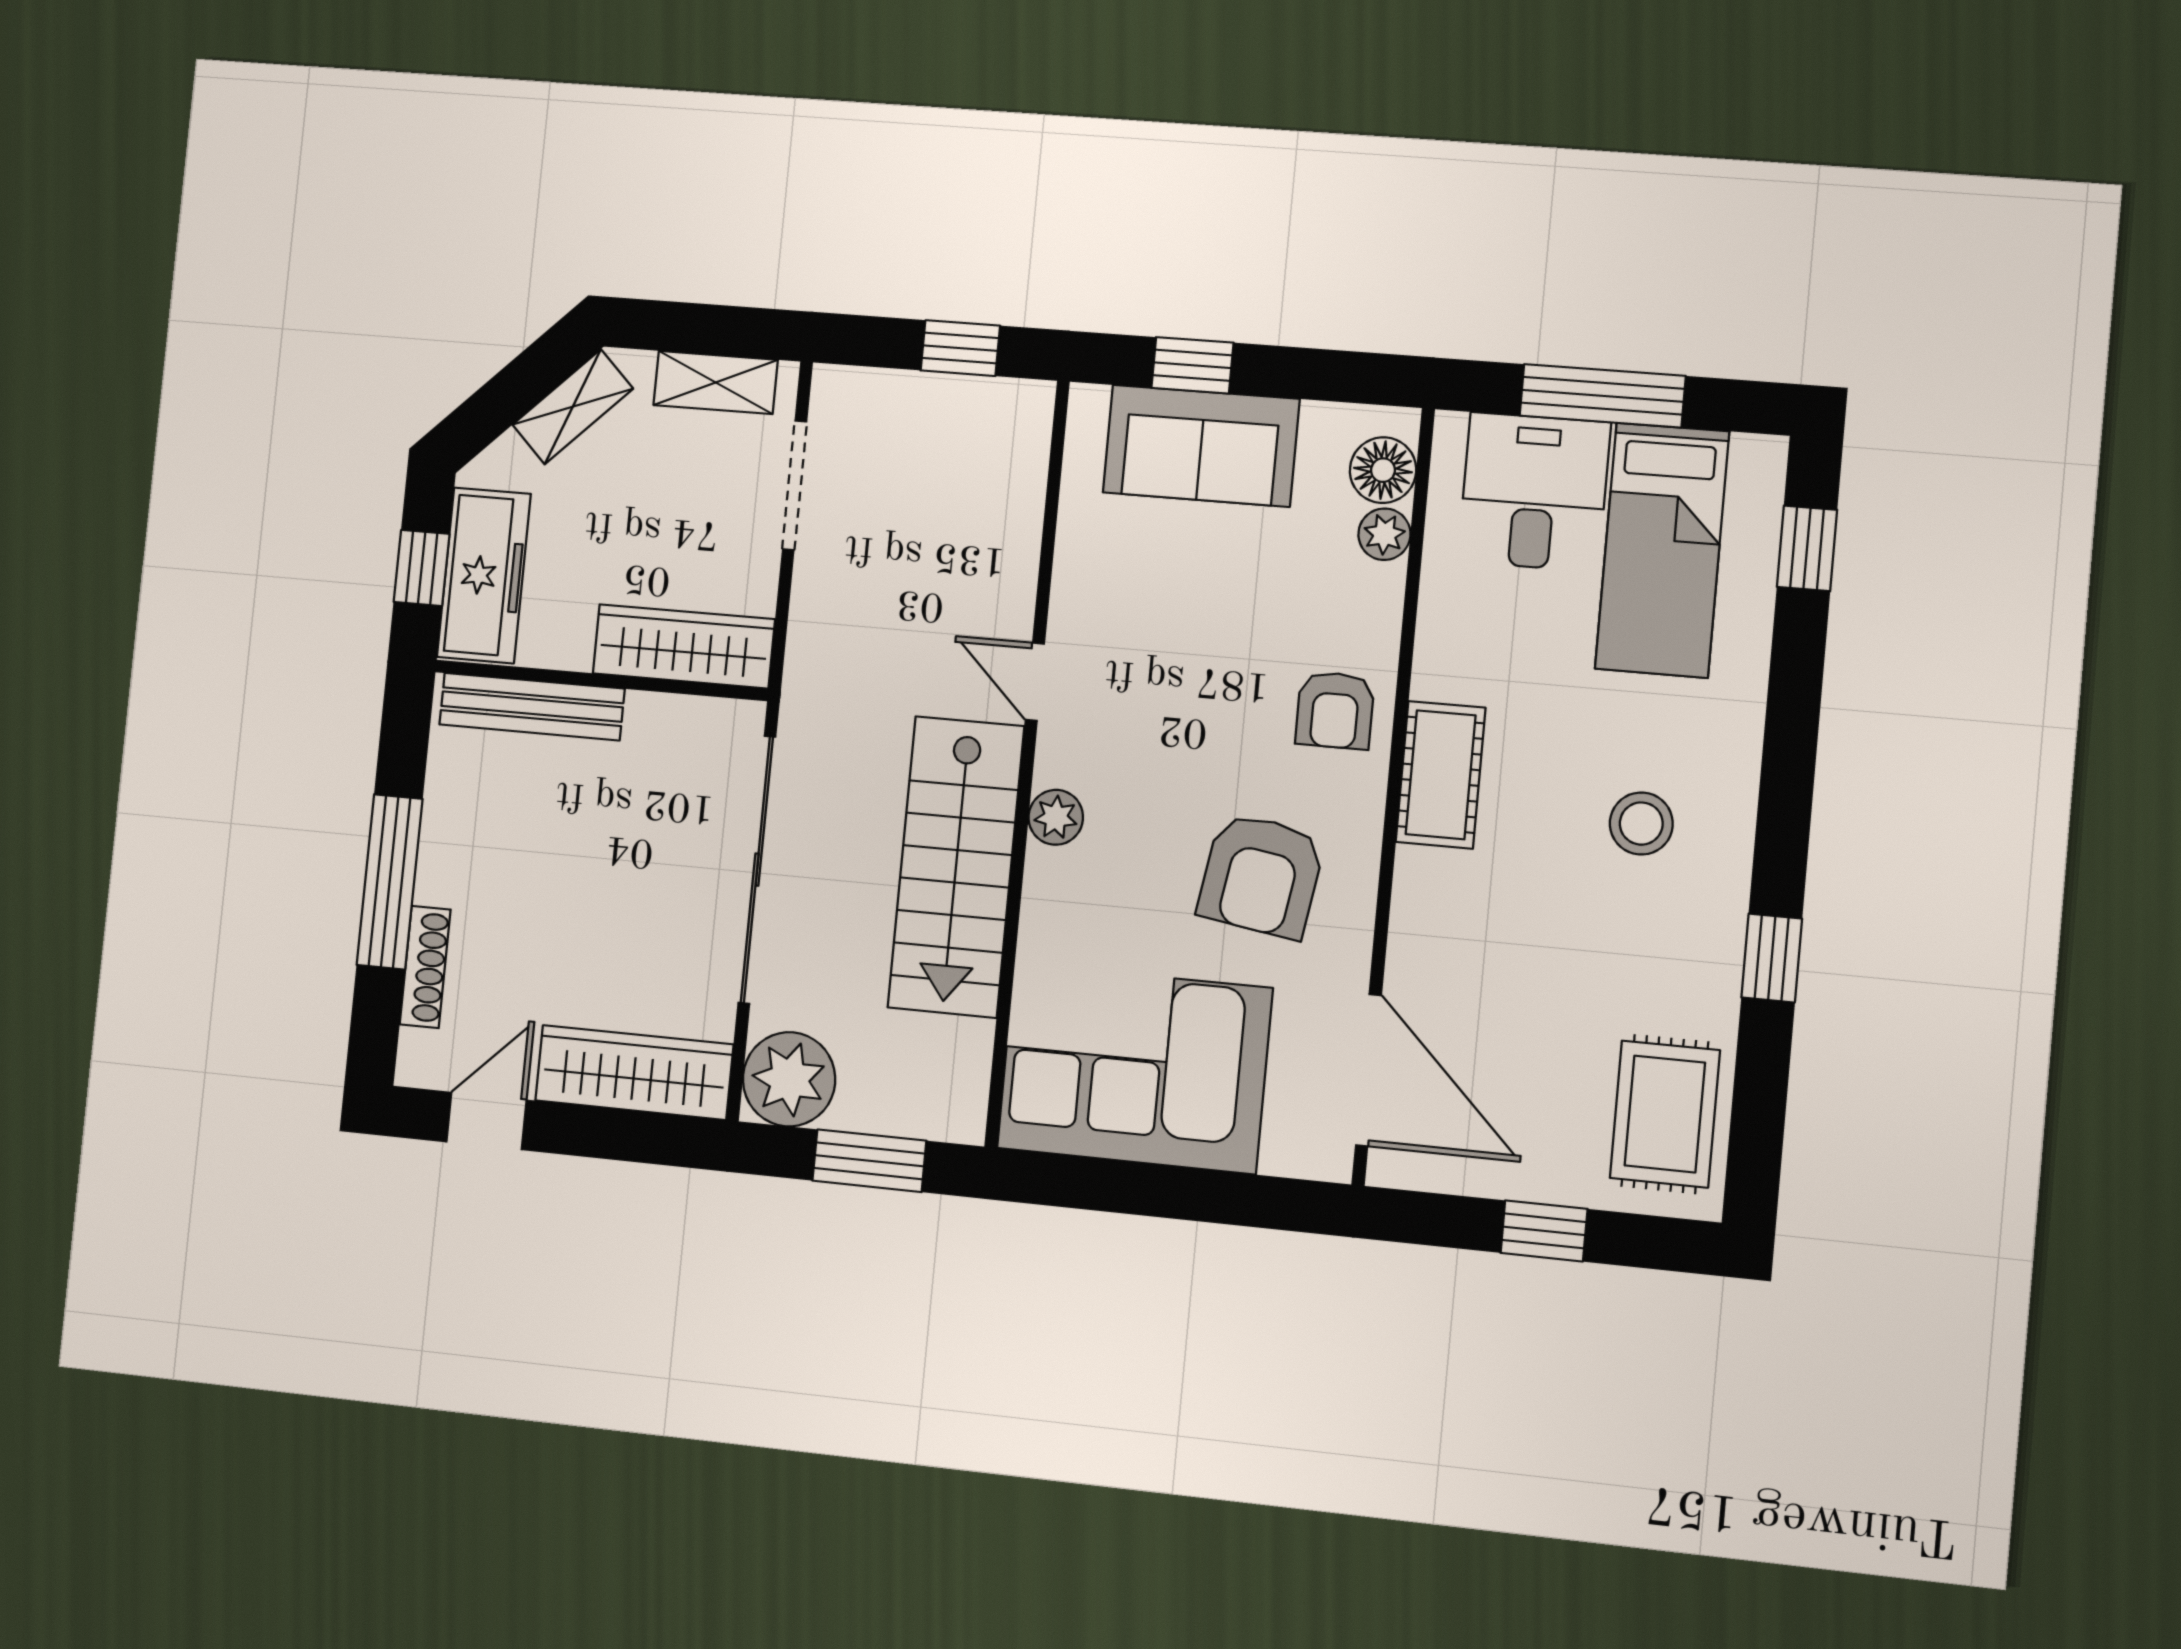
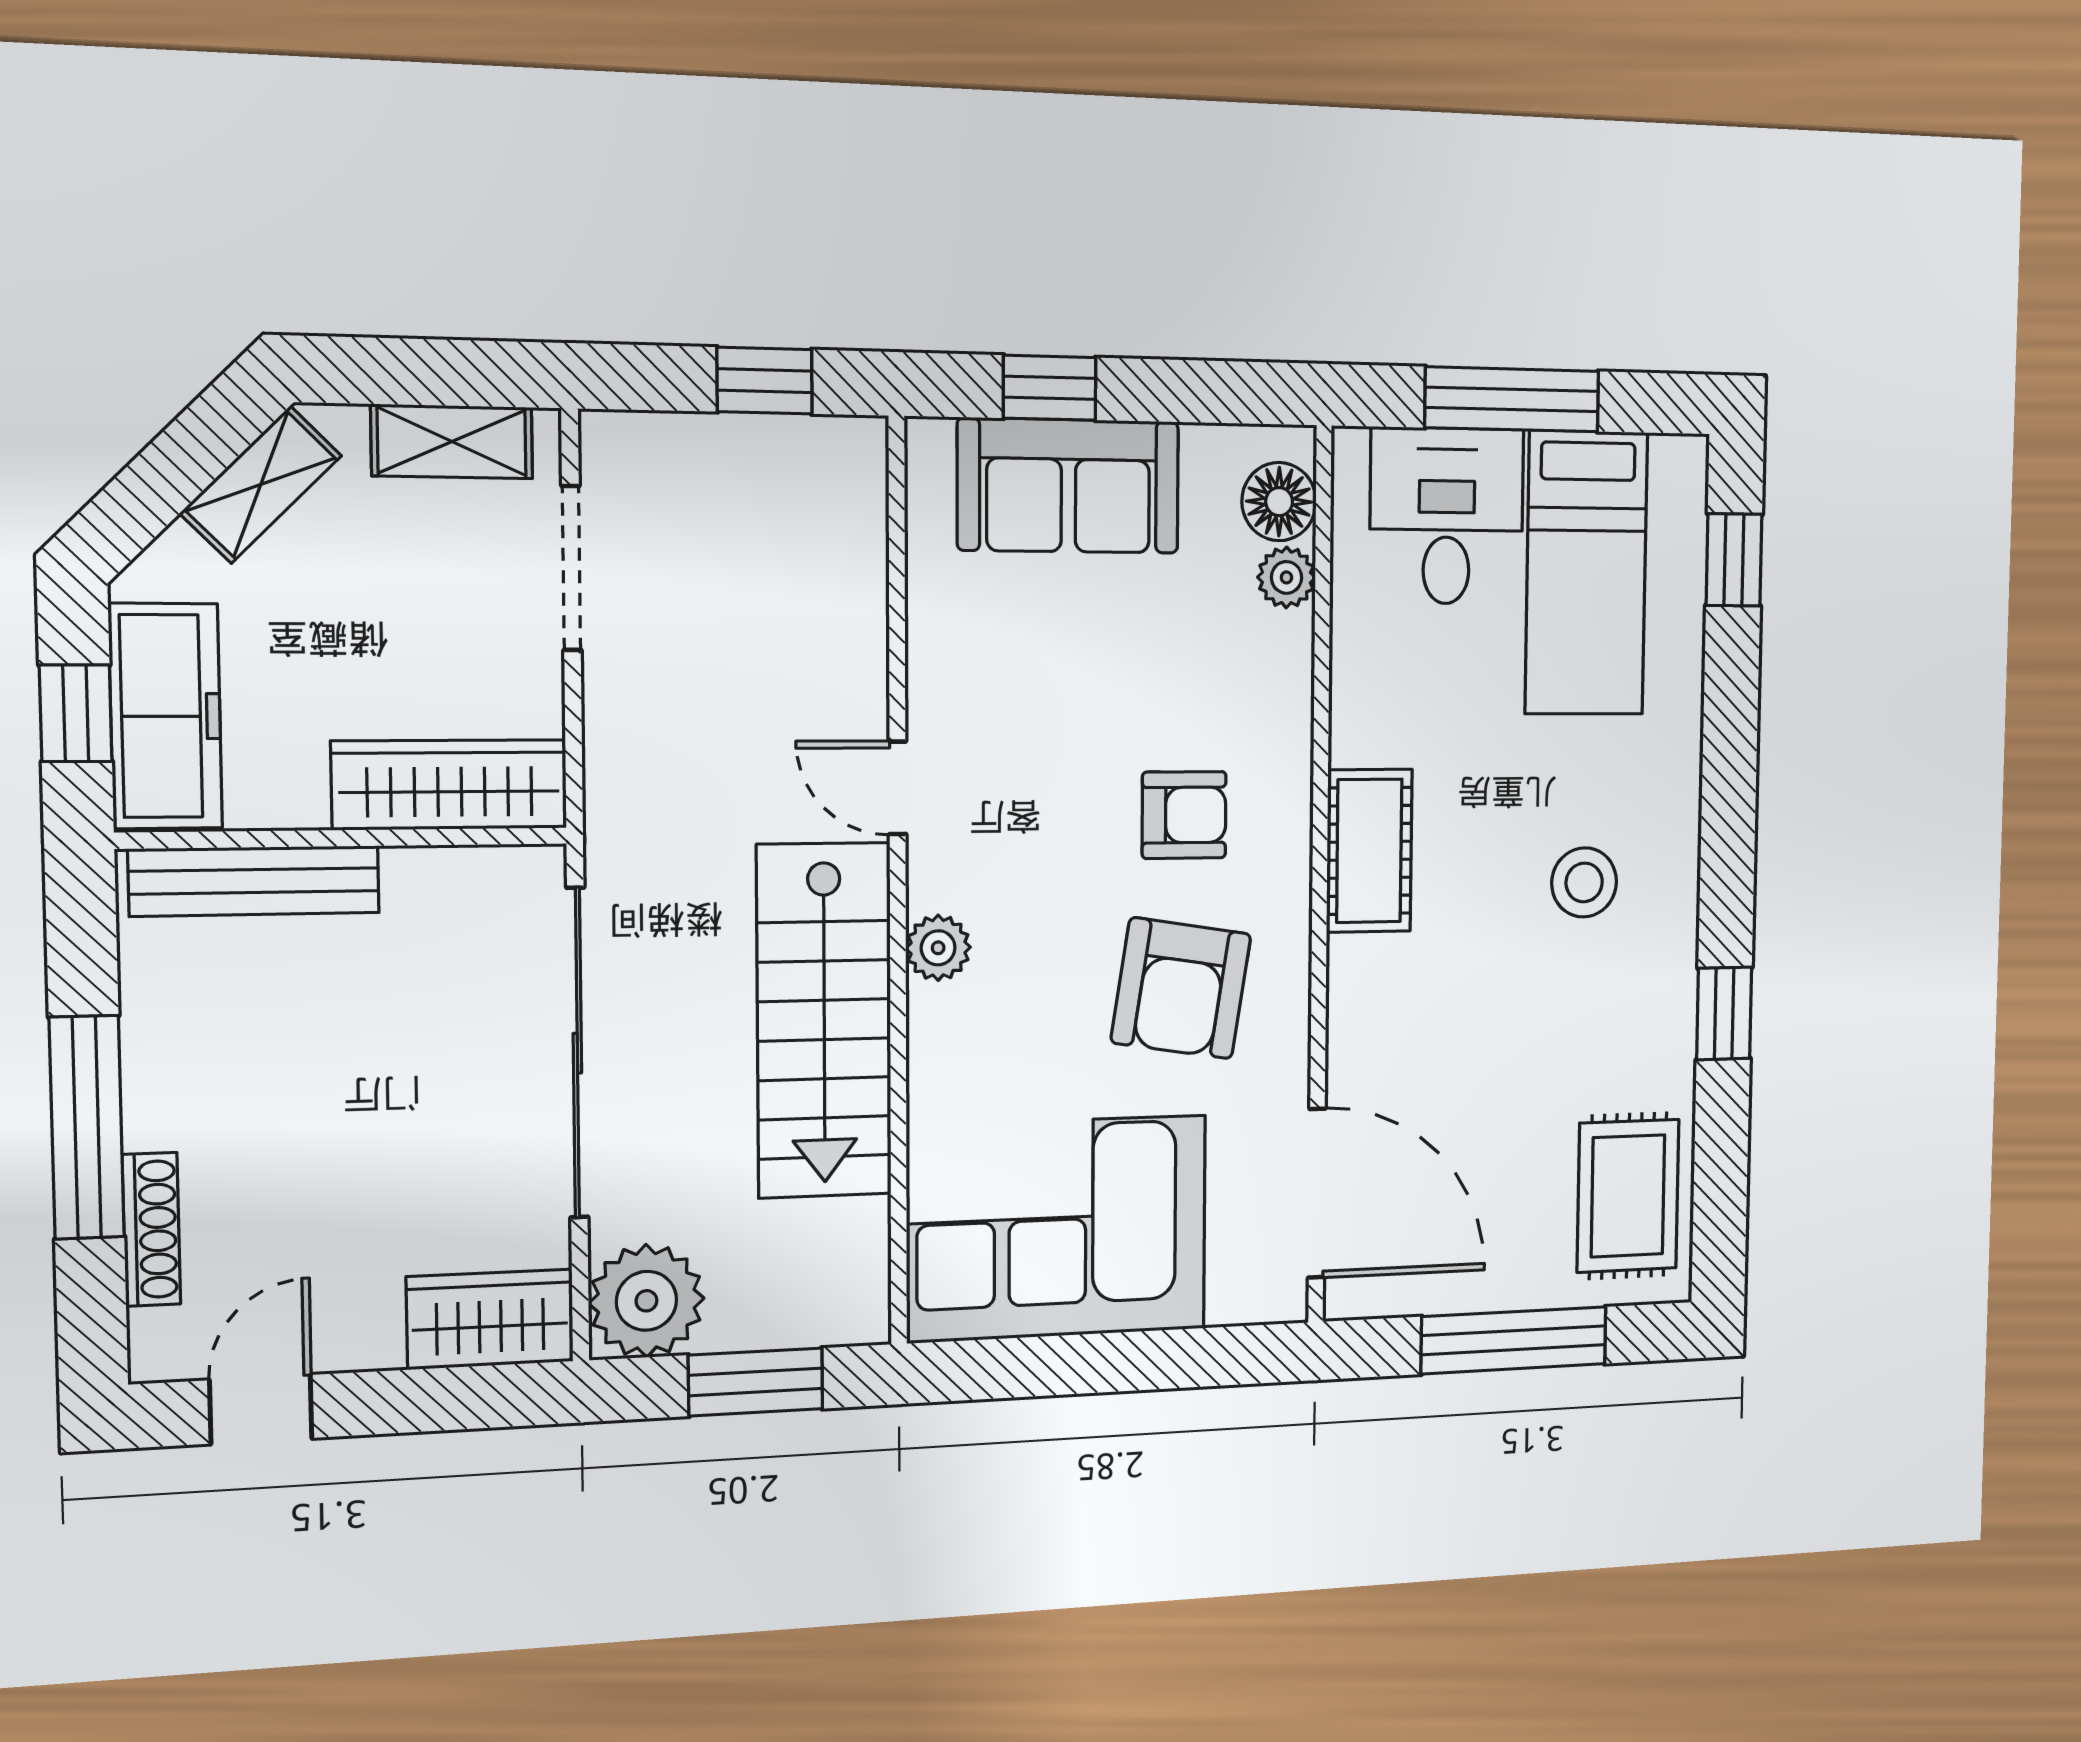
armchair: (1335, 710) -> (1184, 815), moved, turned -90
wardrobe: (634, 1072) -> (490, 1319), width x0.67
window: (1544, 1231) -> (1514, 1340), width x2.17

